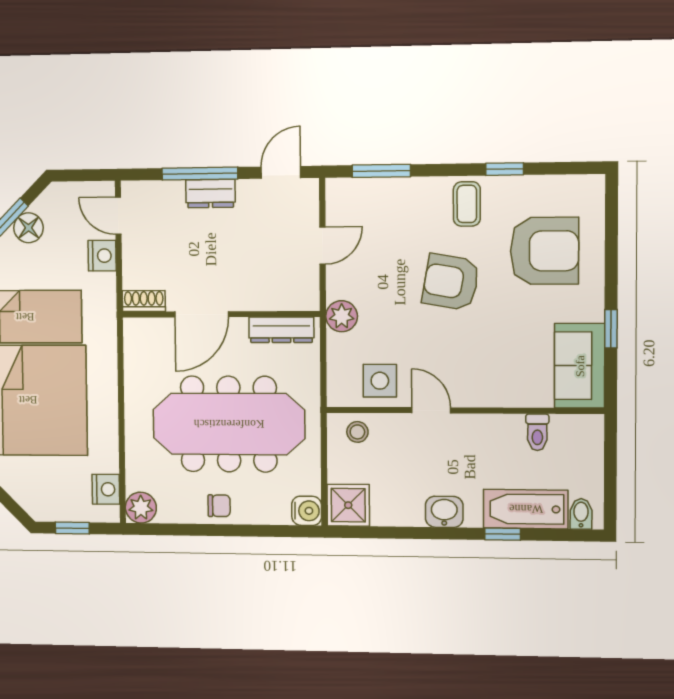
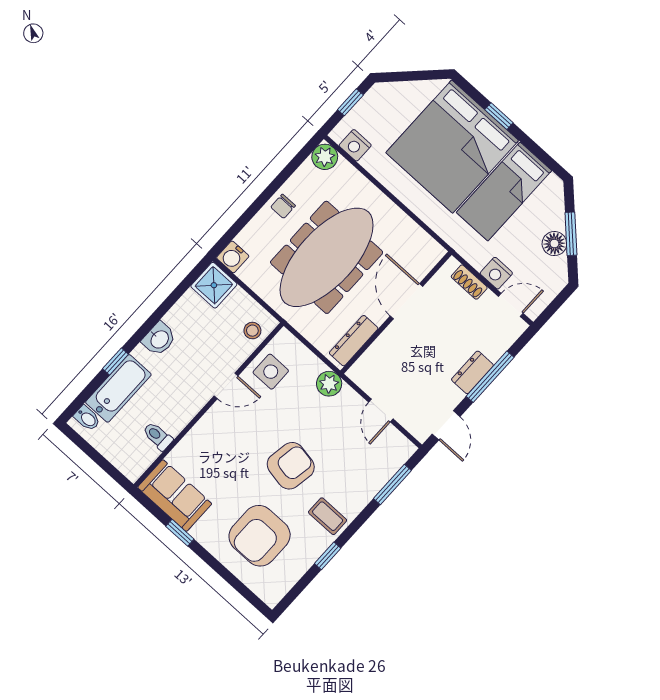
shoe rack: (144, 301) -> (469, 282), moved, turned 90

